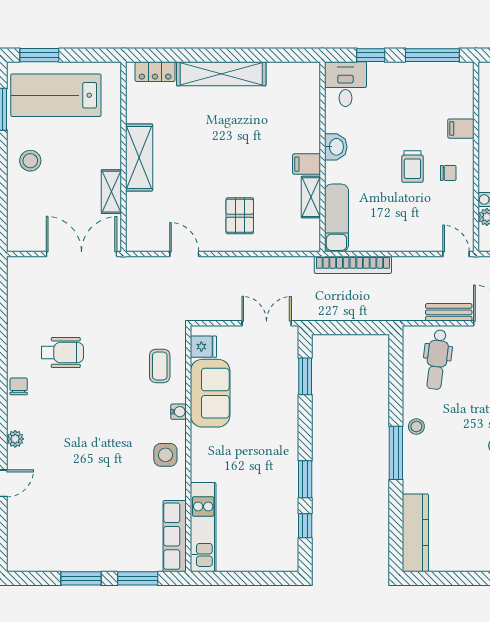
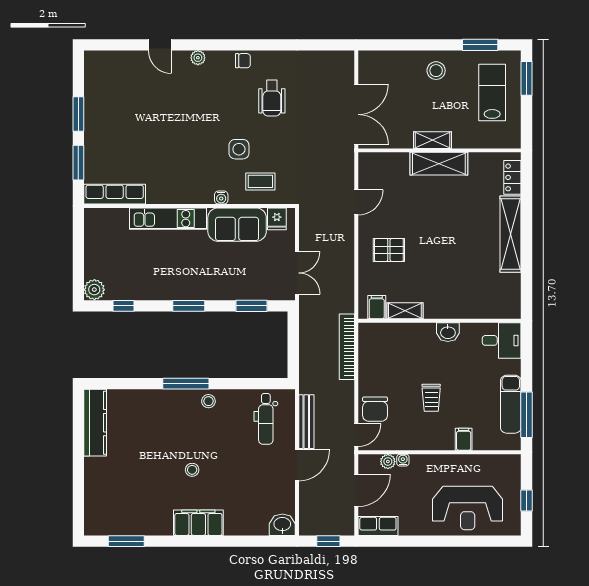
window: (371, 55) -> (527, 362), removed
lab bench: (56, 95) -> (492, 92), width x0.73, depth x0.72
filing cabinet: (307, 164) -> (377, 307), moved
trolley: (412, 166) -> (431, 398), turned -90
chair: (448, 173) -> (375, 409), moved, width x1.87, depth x1.87
shelving: (111, 192) -> (432, 140), moved
exam couch: (336, 218) -> (511, 404), moved, turned 90
bench: (449, 312) -> (306, 422), width x1.36
dental chair: (437, 360) -> (266, 419), turned -97
side table: (165, 455) -> (239, 149), moved
window: (305, 479) -> (189, 306), moved
kitchen unit: (203, 527) -> (168, 219), moved
kitchen counter: (415, 533) -> (95, 423), moved, turned -90
plant: (286, 560) -> (94, 290), added

